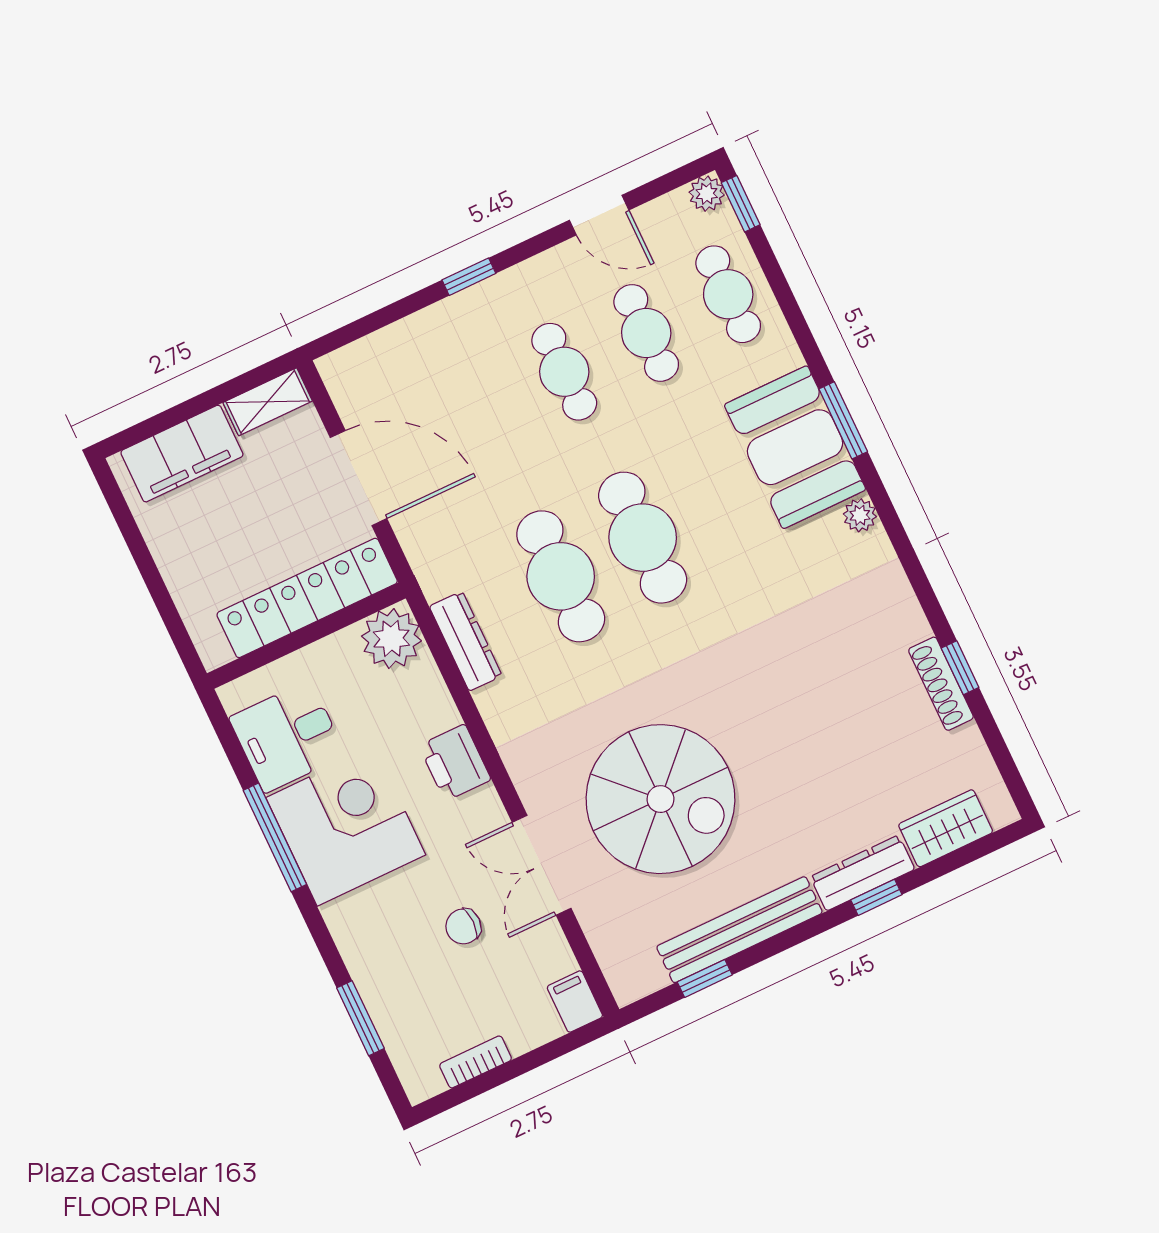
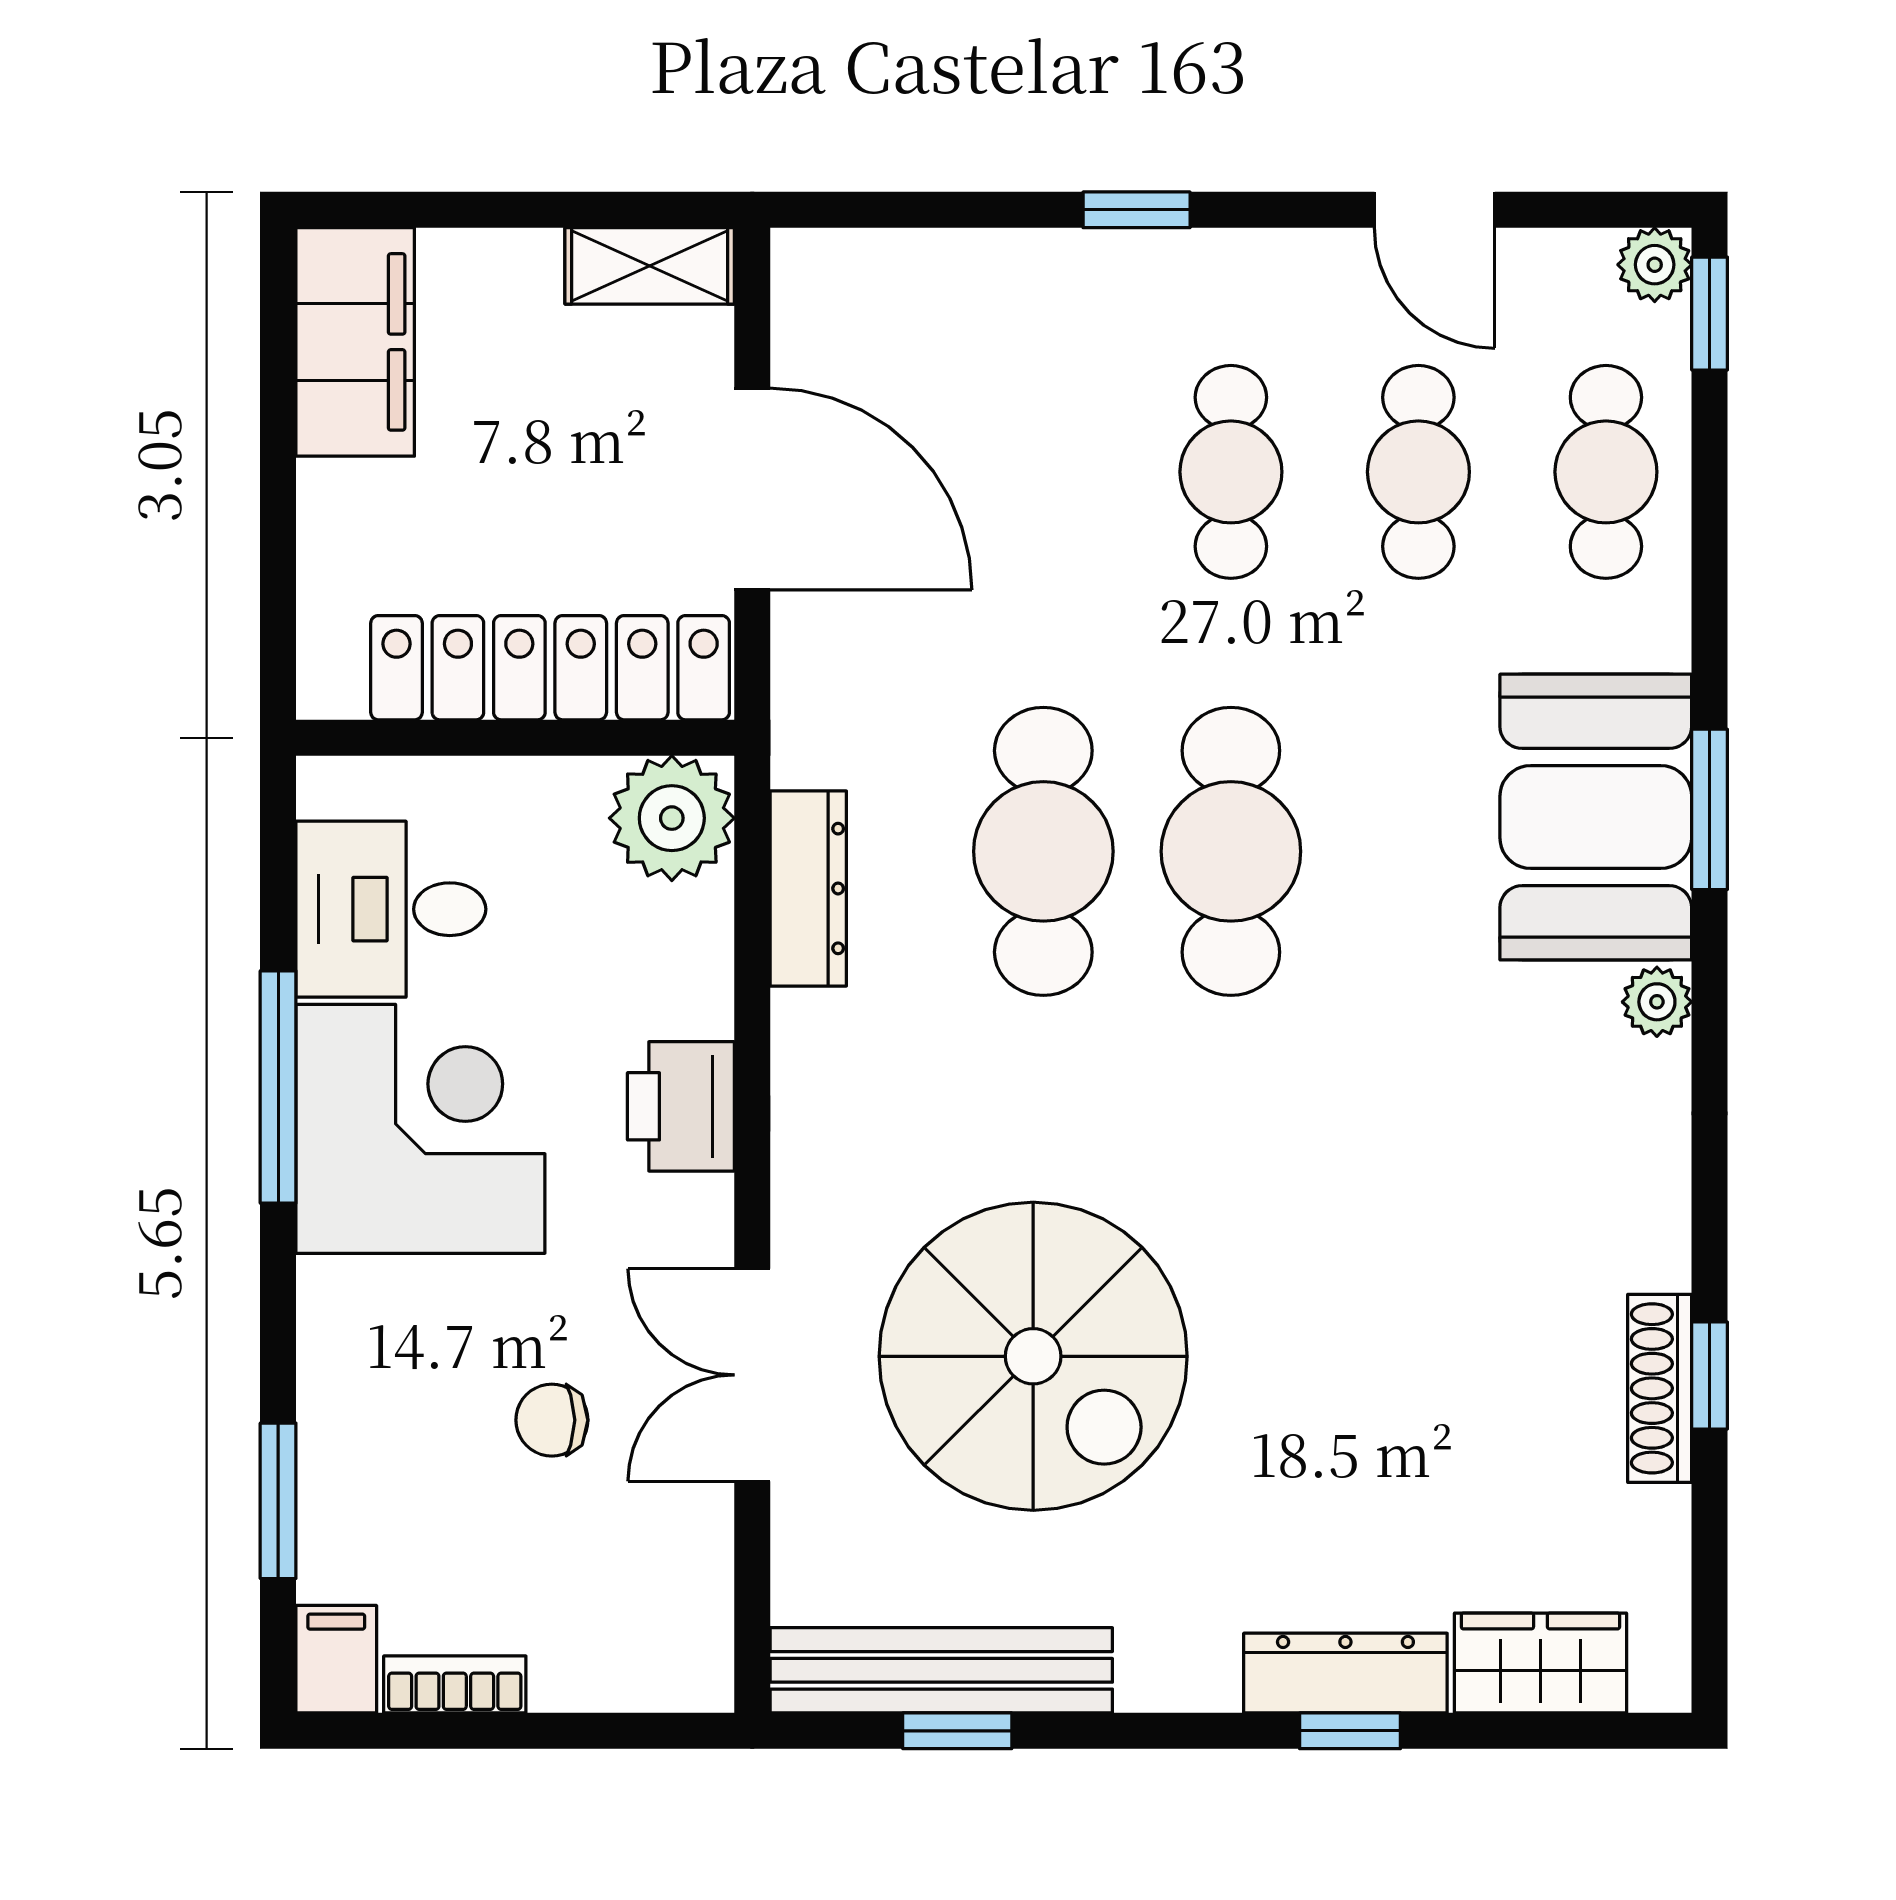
filing cabinet: (182, 454) -> (355, 342), moved, turned -90
bench: (739, 930) -> (941, 1670), moved
filing cabinet: (575, 1002) -> (336, 1659), moved

